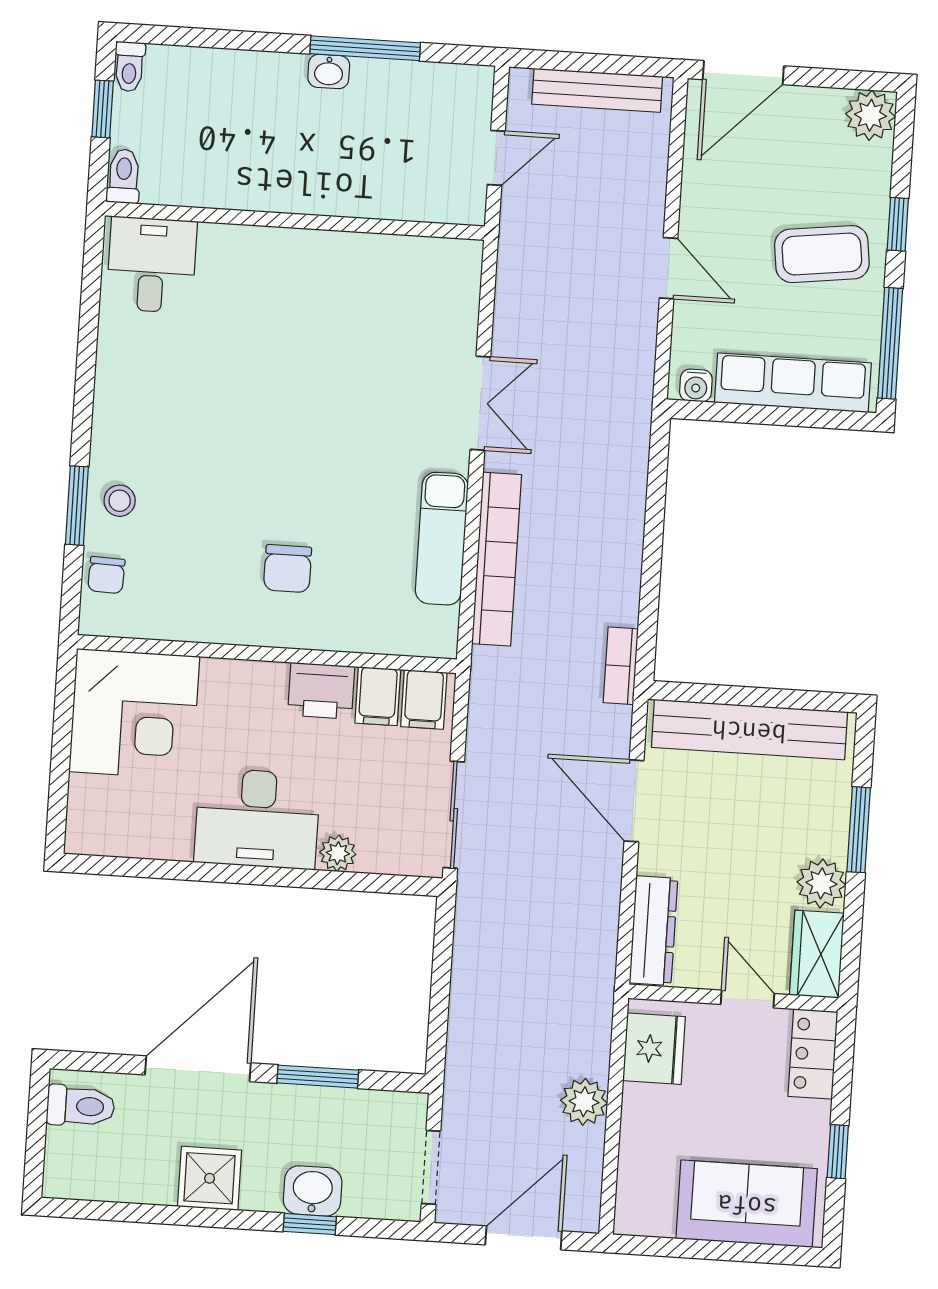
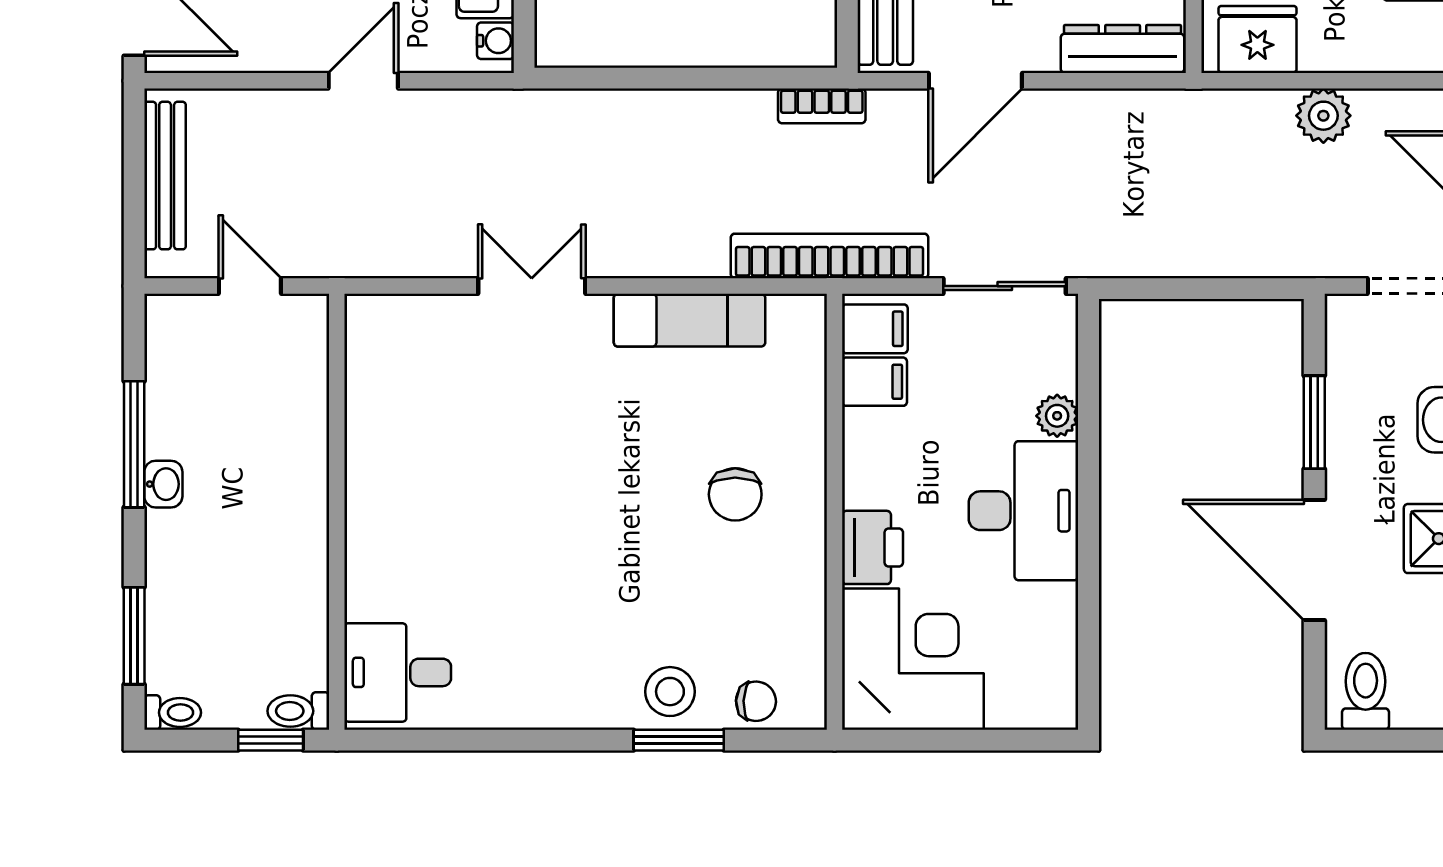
window: (198, 37) -> (134, 636), added
window: (103, 109) -> (271, 740), moved
stool: (120, 501) -> (670, 692), width x1.37, depth x1.37
bookcase: (497, 559) -> (829, 256), moved
chair: (288, 569) -> (735, 494), turned 90
printer: (321, 691) -> (873, 547), moved

